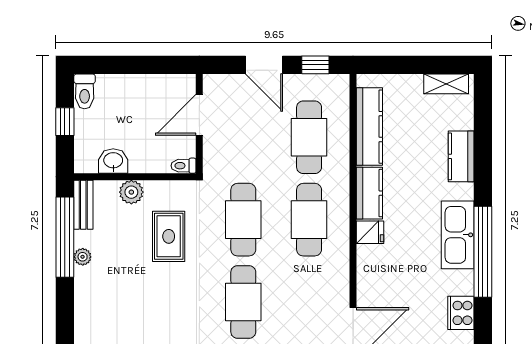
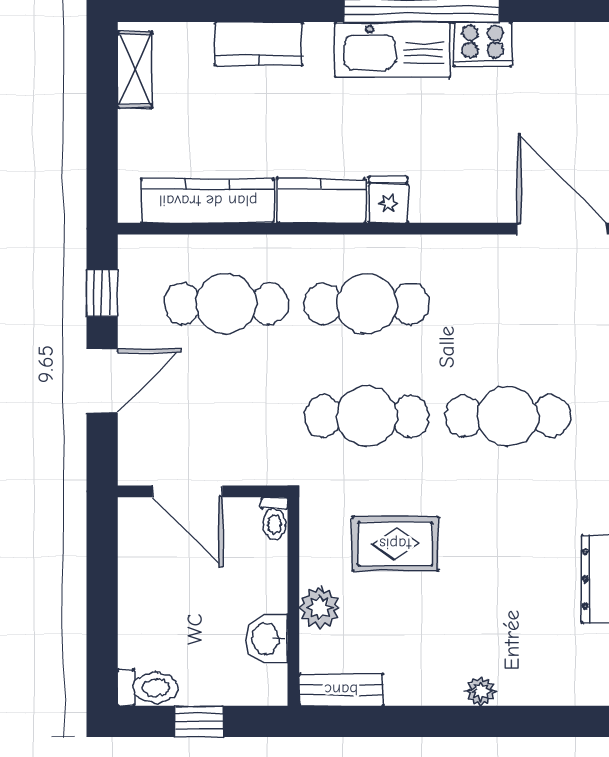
window: (65, 237) -> (397, 721), removed
plant: (83, 257) -> (481, 691), moved
cooker: (461, 313) -> (483, 44), moved

